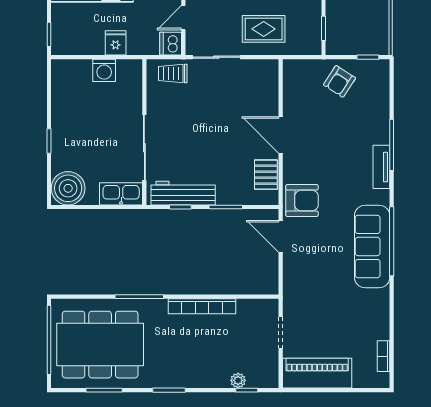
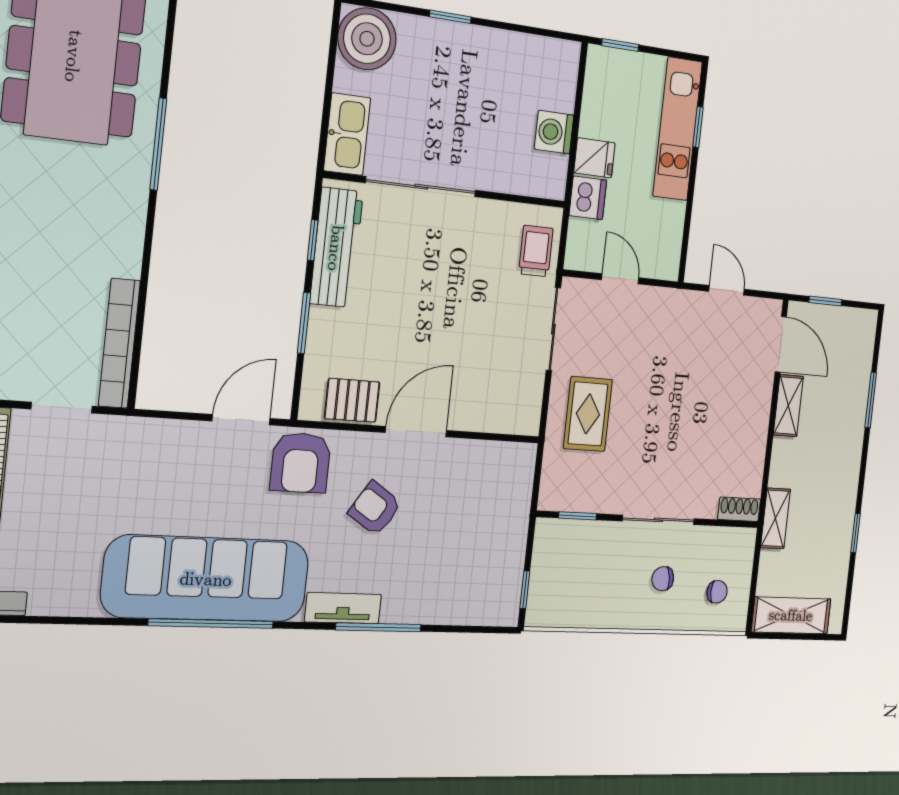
dishwasher: (171, 44) -> (588, 198), moved, turned 90
armchair: (339, 81) -> (375, 508), moved
sofa: (372, 246) -> (206, 579), width x1.36, depth x1.27
bookcase: (202, 306) -> (119, 343), moved

